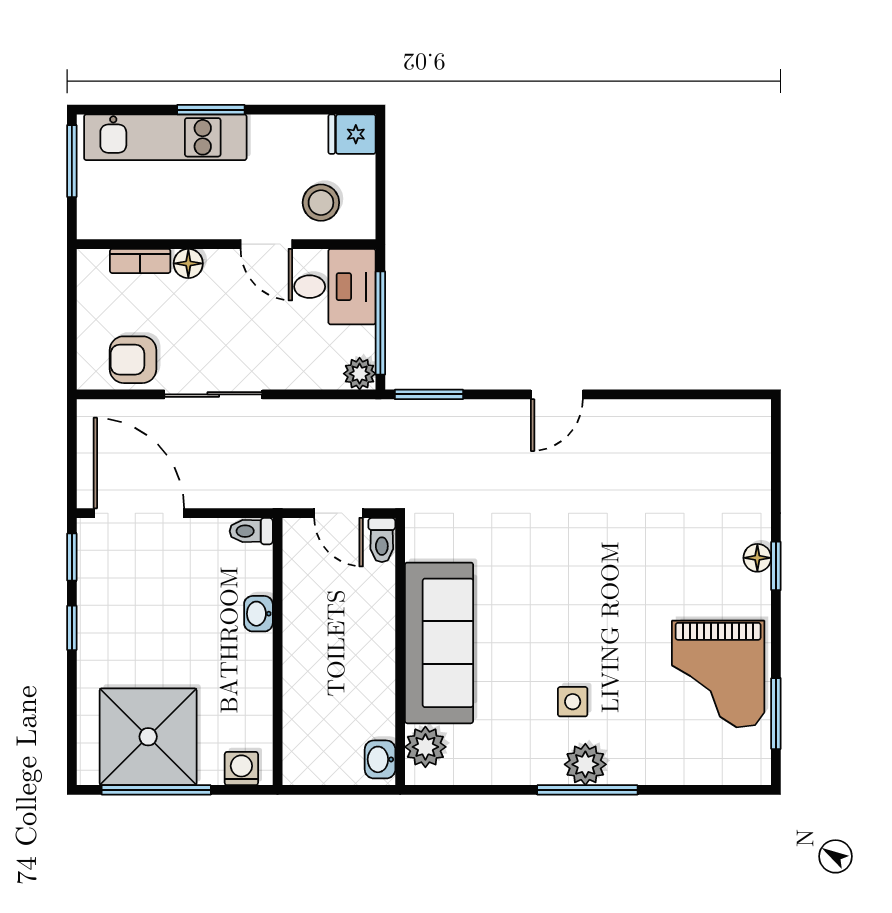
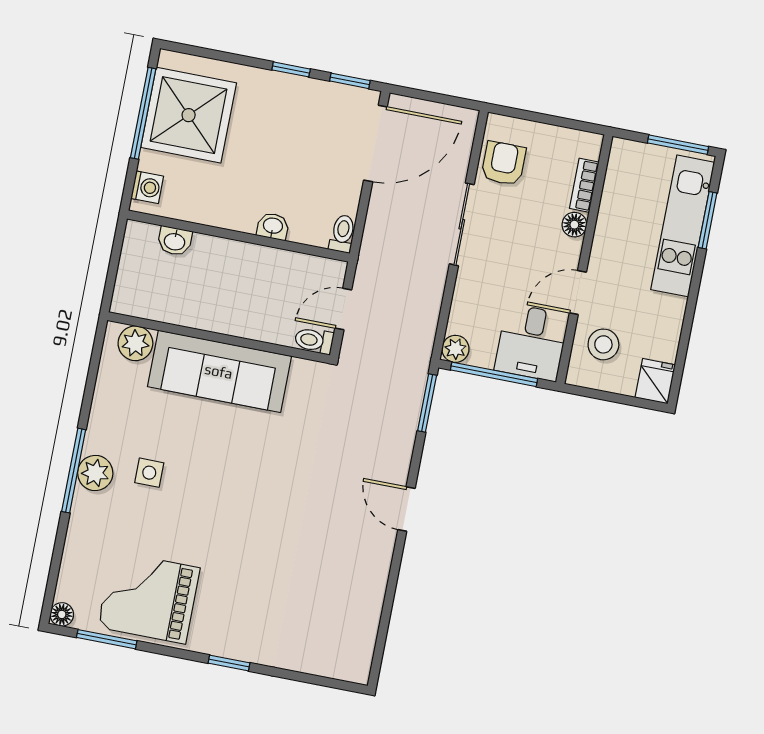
window: (211, 110) -> (708, 220), moved
floor lamp: (757, 558) -> (62, 614), moved
washbasin: (380, 759) -> (175, 241), moved, turned 180

